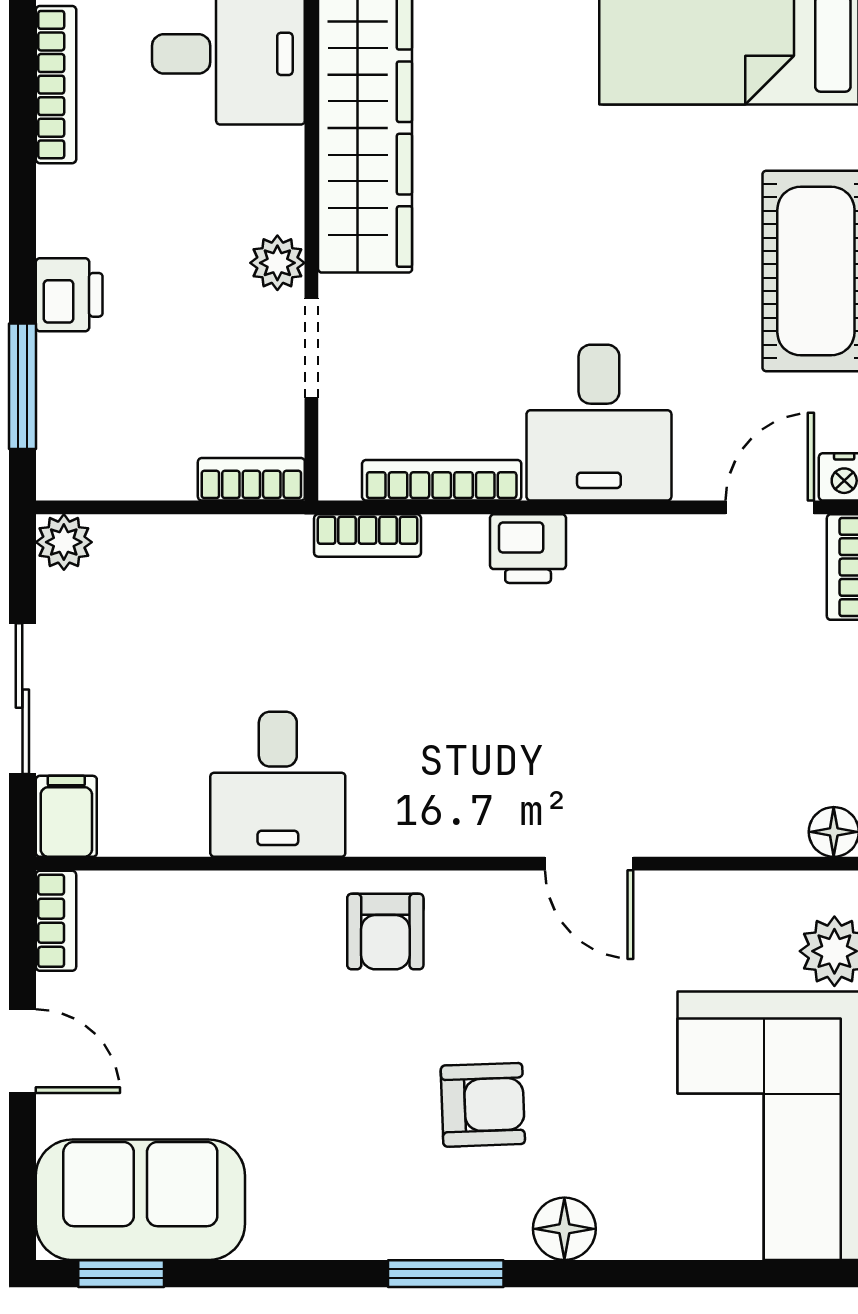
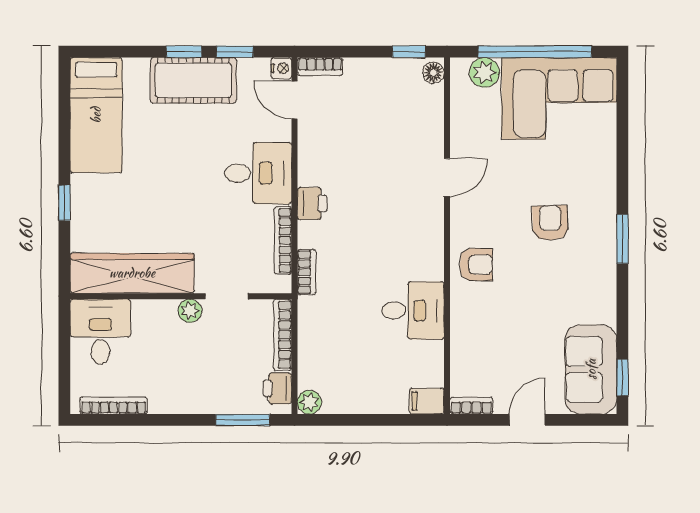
printer: (69, 295) -> (277, 388), moved, turned -90
bookcase: (251, 479) -> (282, 335), width x1.56
sliding door: (22, 699) -> (376, 420), removed
floor lamp: (564, 1229) -> (603, 188), removed

